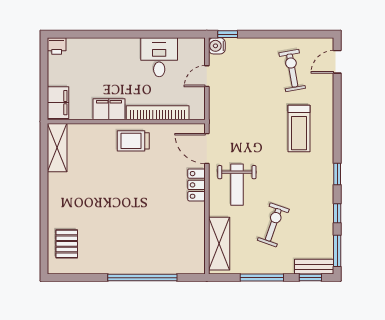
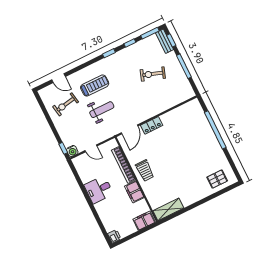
desk: (159, 57) -> (99, 190), moved
door: (337, 62) -> (59, 78), moved
weight bench: (237, 185) -> (102, 110), moved
shelving: (219, 244) -> (177, 98), removed

